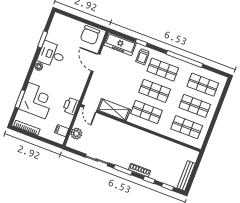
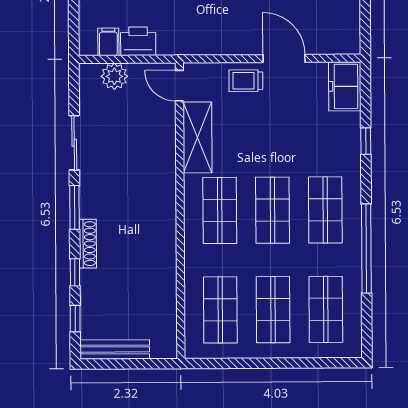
chair: (90, 35) -> (339, 24), removed
freezer: (120, 44) -> (345, 86), width x0.71
trolley: (143, 57) -> (246, 81), moved
door: (95, 63) -> (284, 58), hinge flipped
printer: (71, 106) -> (138, 41), moved
door: (90, 109) -> (179, 86), hinge flipped

